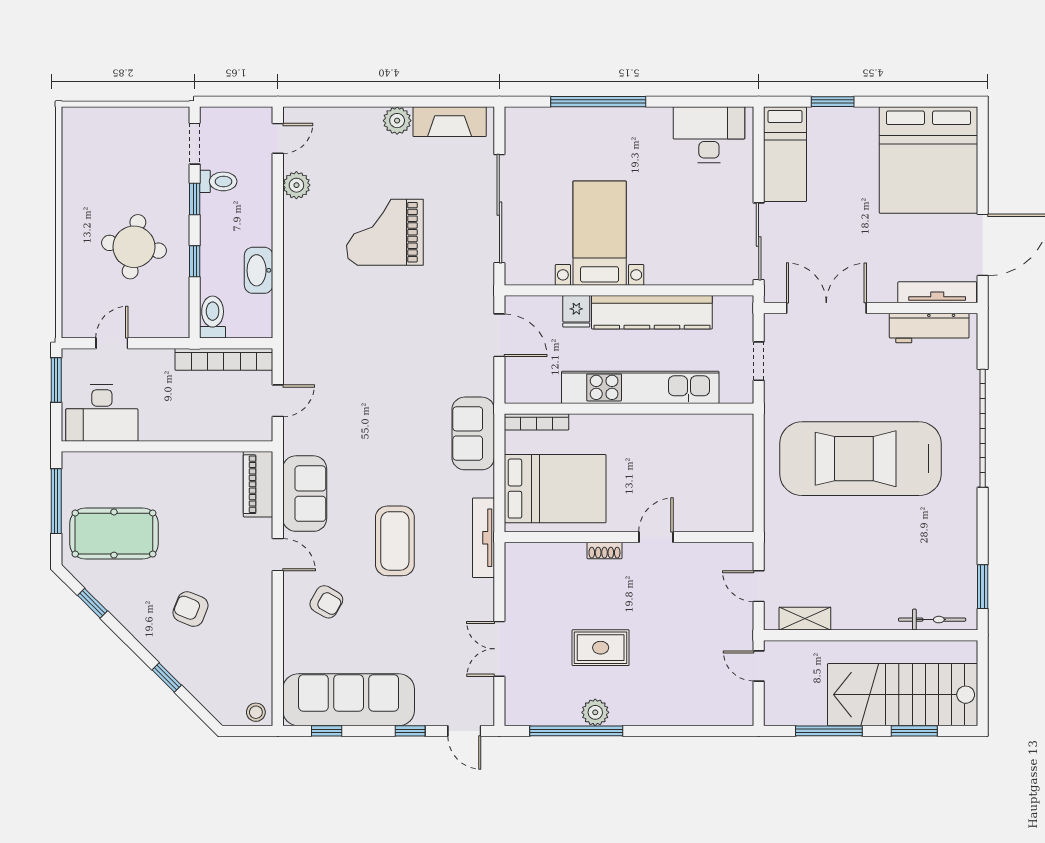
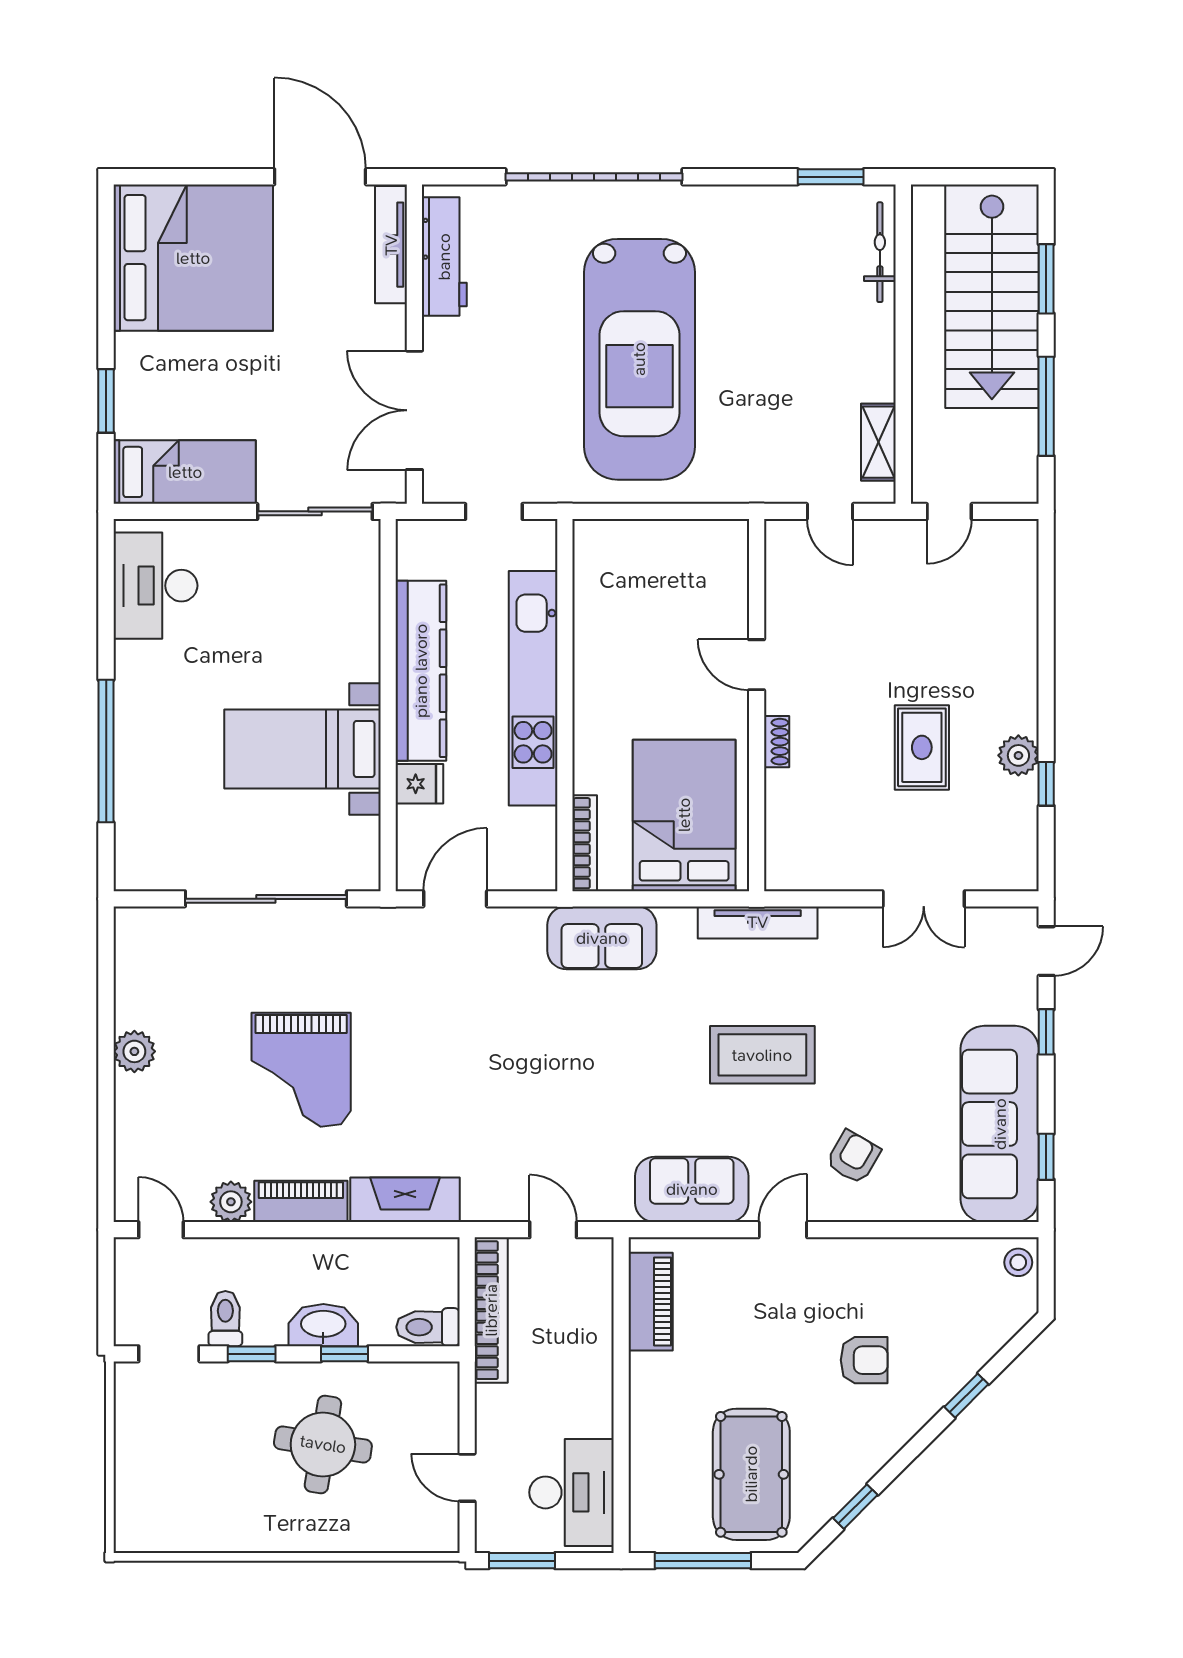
fireplace: (450, 122) -> (405, 1200), moved, turned -90
piano: (297, 232) -> (301, 1201), added
washbasin: (259, 270) -> (323, 1325), moved, turned 180
piano: (258, 484) -> (651, 1302), moved, turned -90
door: (759, 586) -> (830, 511), hinge flipped
armchair: (190, 609) -> (864, 1360), turned -112
window: (576, 731) -> (1046, 784), width x0.32

